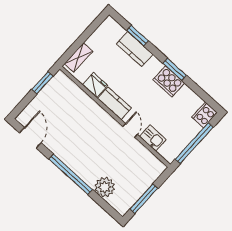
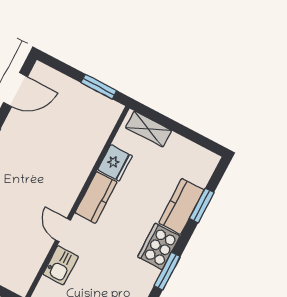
cooker: (169, 81) -> (159, 246), moved
door: (130, 130) -> (63, 230), swing flipped

